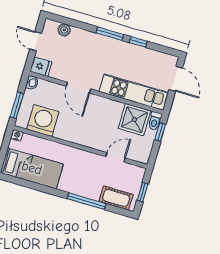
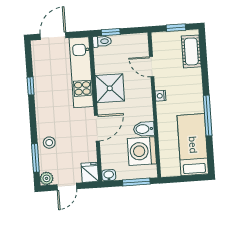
plant: (64, 30) -> (47, 178), moved
window: (110, 34) -> (35, 158), moved
stool: (81, 40) -> (49, 143), added
shower: (134, 120) -> (110, 88), moved
bidet: (62, 130) -> (144, 129), added
nightstand: (17, 135) -> (161, 96), moved
window: (87, 201) -> (208, 116), moved

